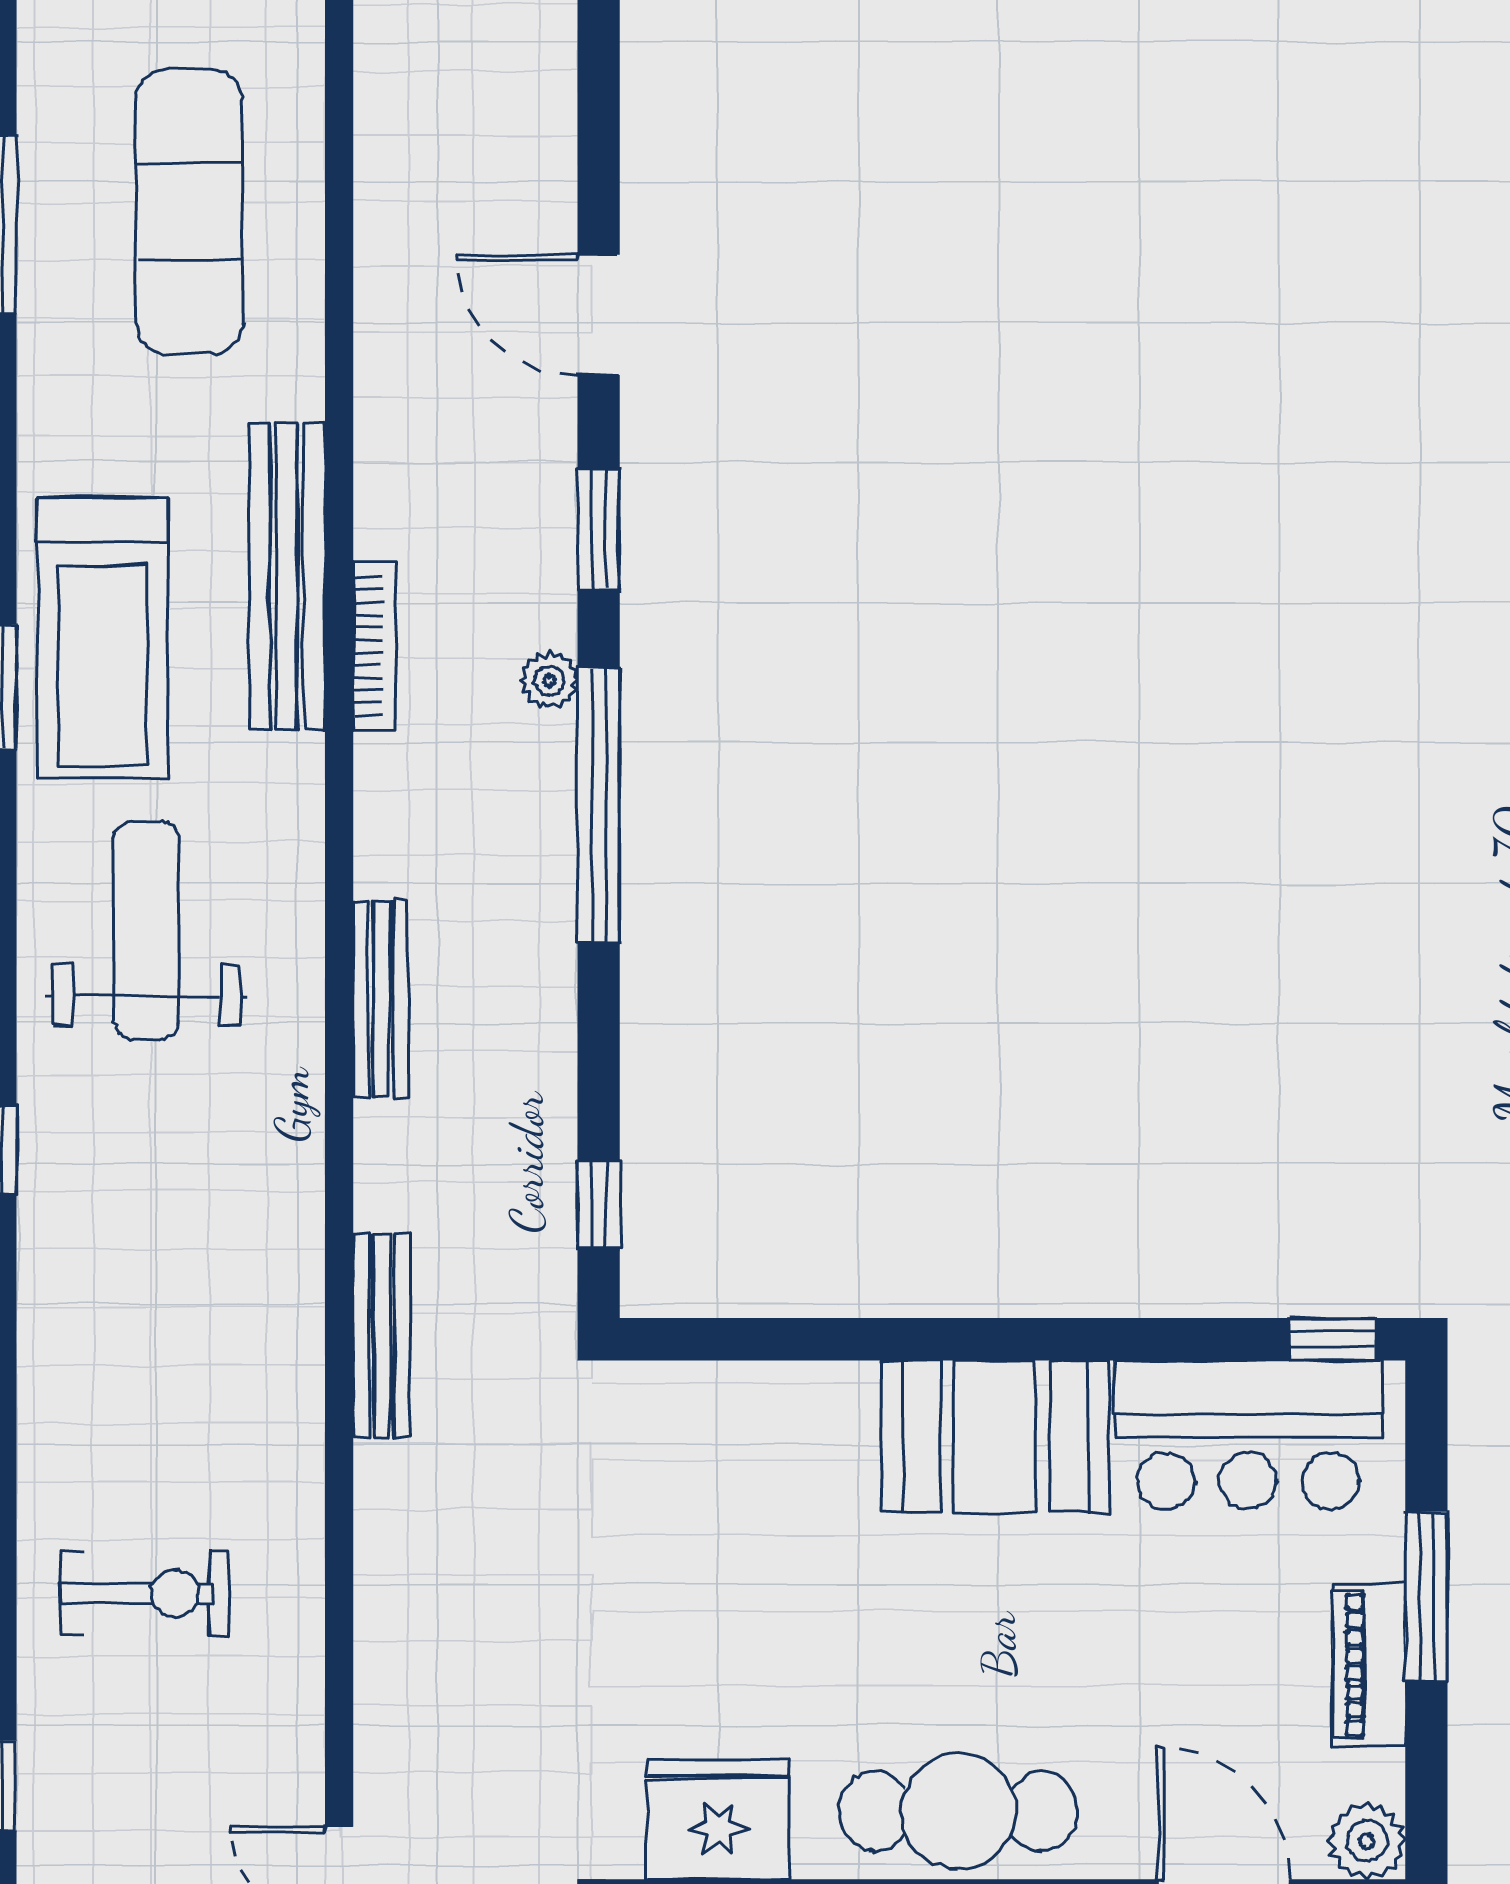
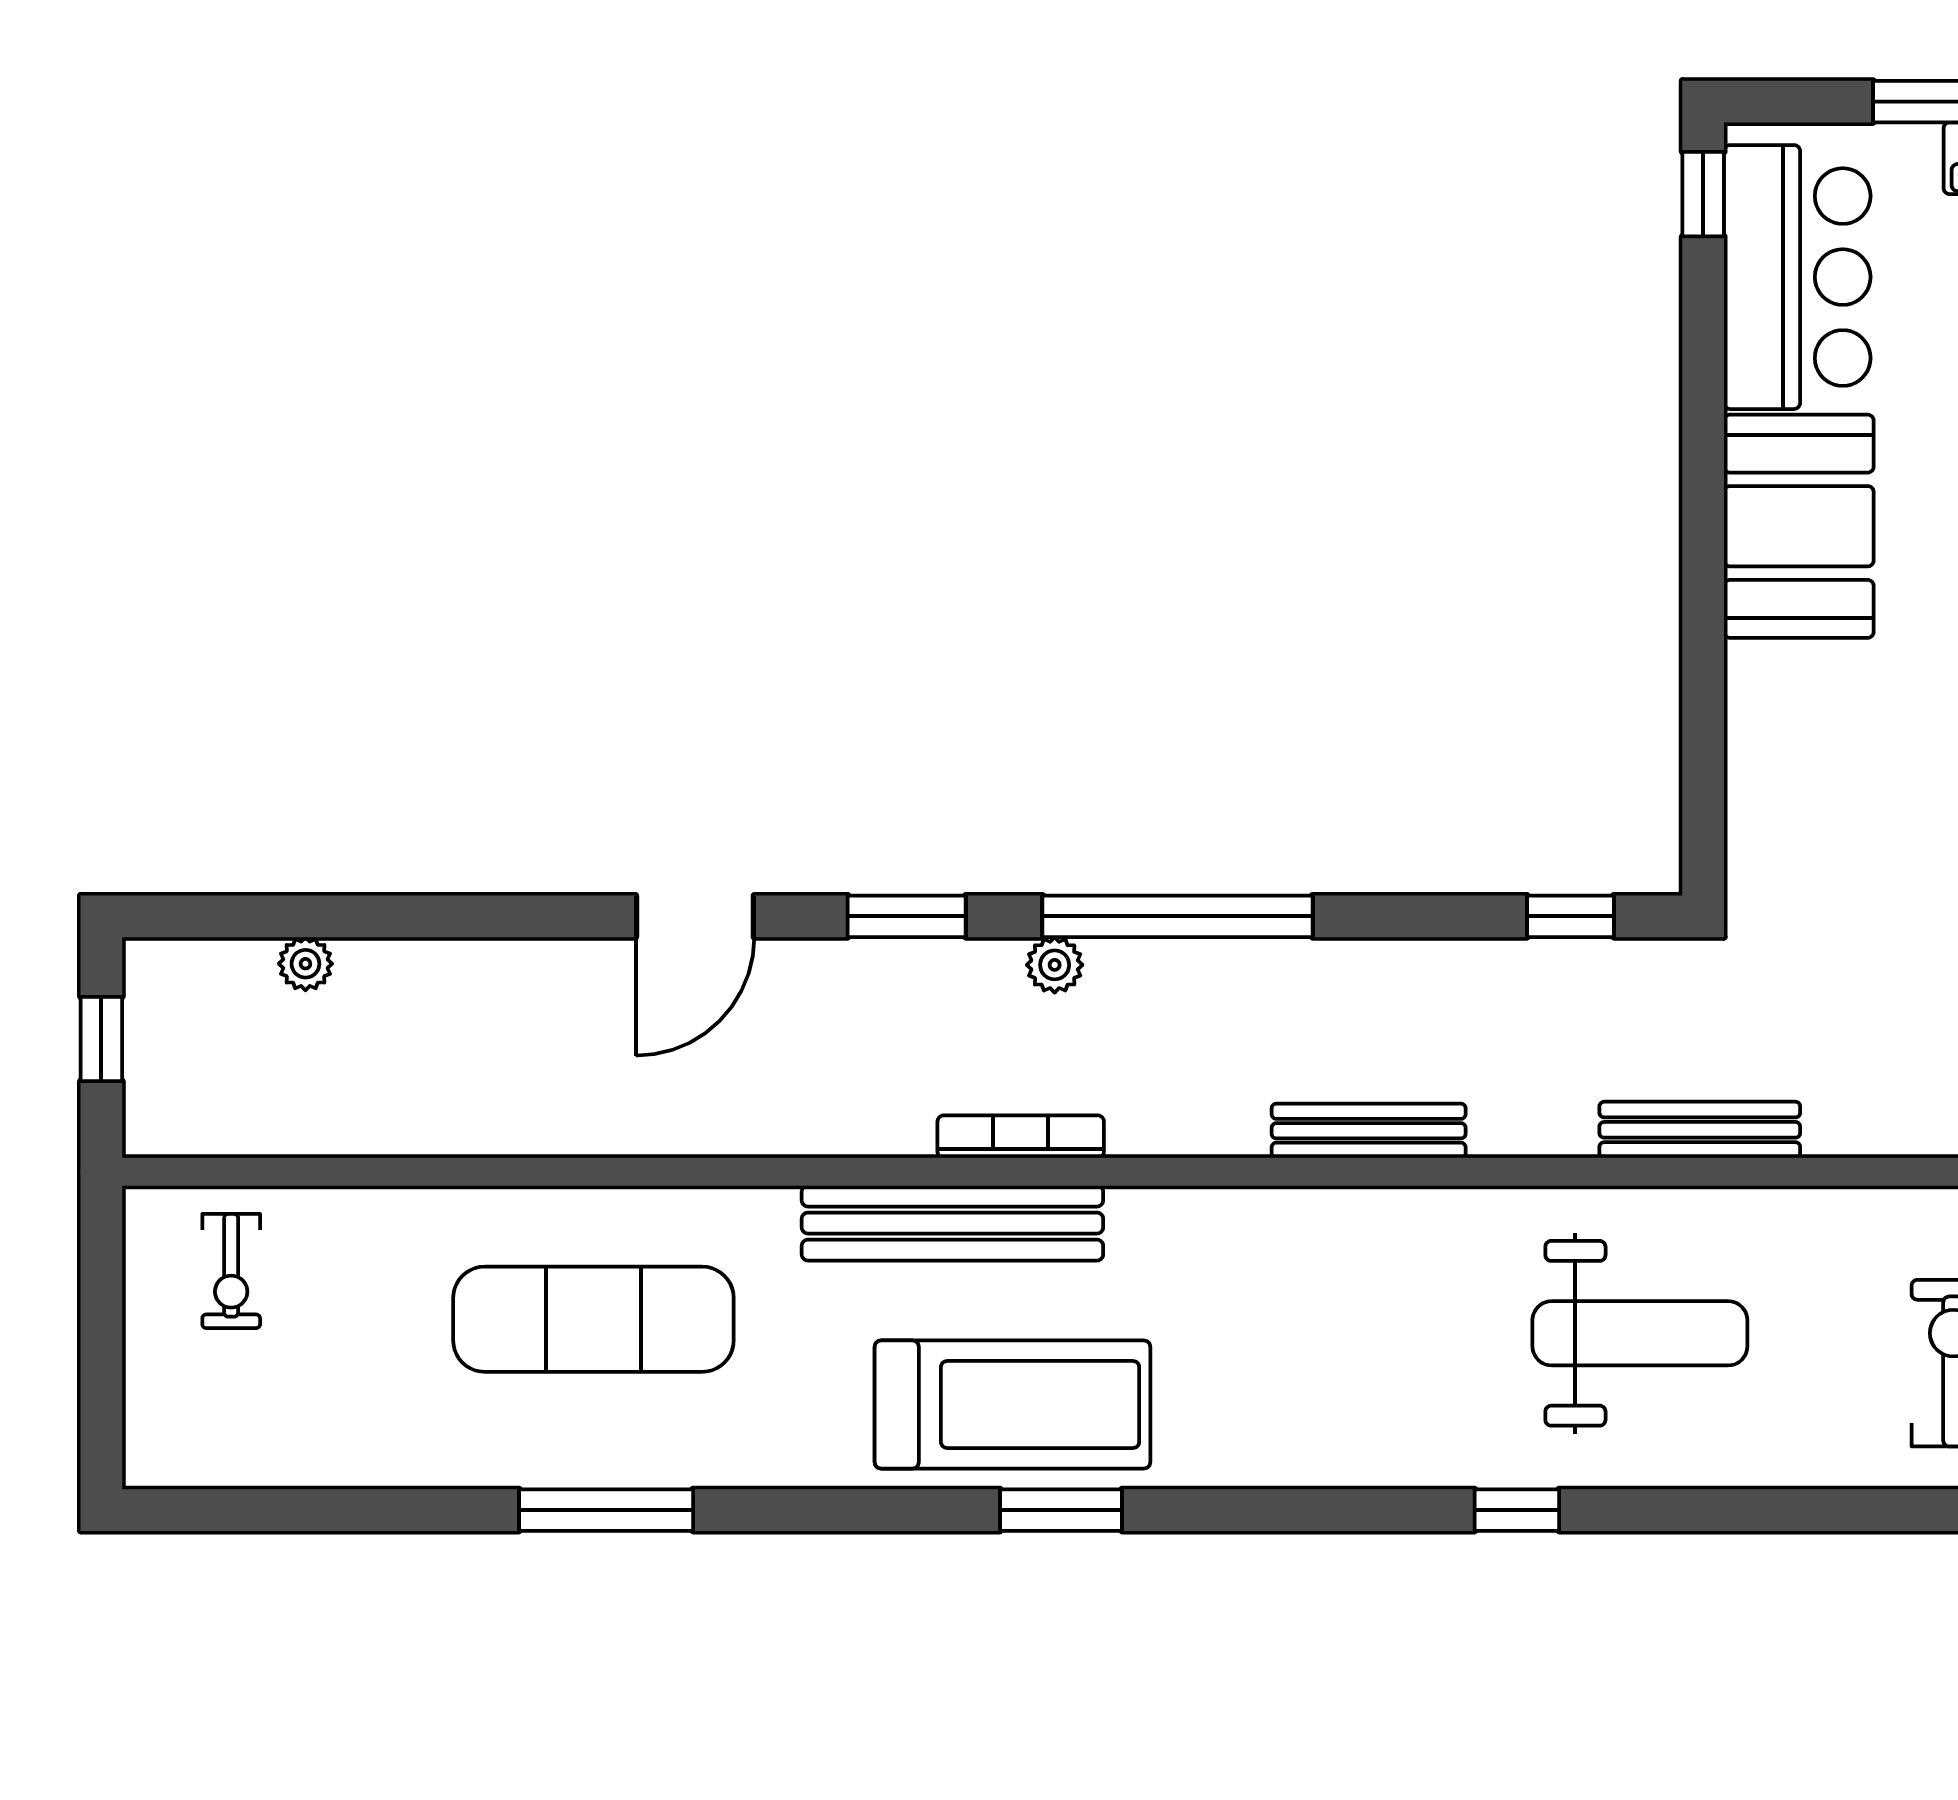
weight bench: (146, 930) -> (1640, 1333), moved, turned 180

